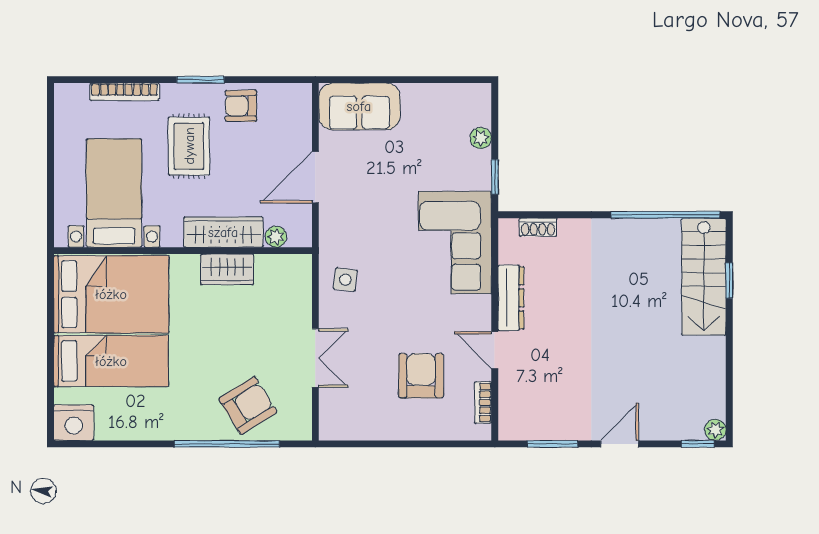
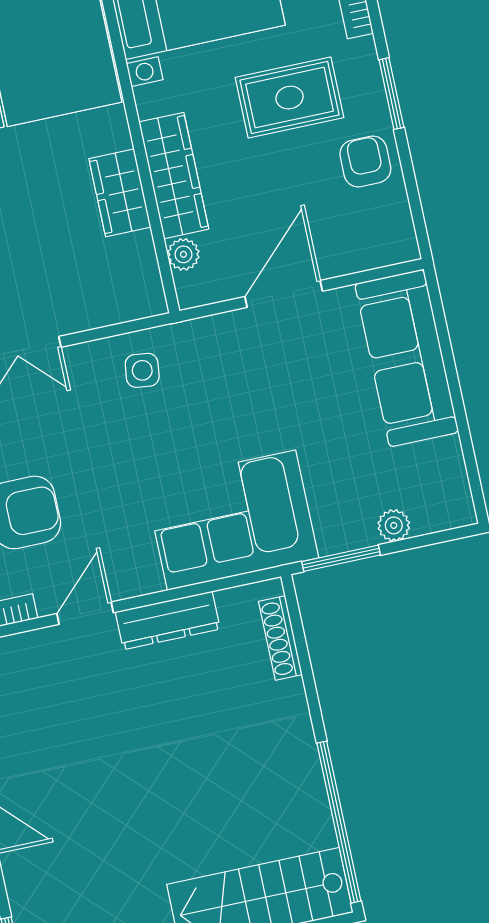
sofa: (359, 106) -> (407, 358), width x1.36
door: (315, 177) -> (284, 294), hinge flipped
window: (495, 177) -> (341, 558), width x1.50
shoe rack: (538, 227) -> (280, 638), width x1.43

